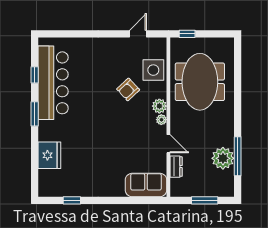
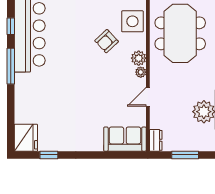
window: (35, 114) -> (11, 66), width x1.44
door: (168, 144) -> (148, 97), swing flipped
fridge: (49, 155) -> (26, 138), moved
dresser: (176, 167) -> (156, 140), moved

